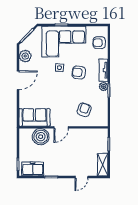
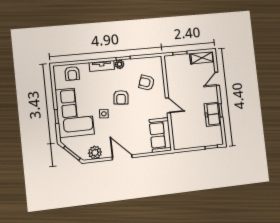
armchair: (79, 73) -> (121, 97), moved
boiler: (41, 137) -> (180, 126), removed
freezer: (33, 169) -> (213, 114), moved
door: (81, 177) -> (217, 79), swing flipped

